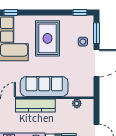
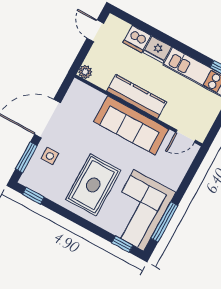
plant: (77, 103) -> (85, 72), moved
kitchen counter: (35, 105) -> (137, 97), moved

